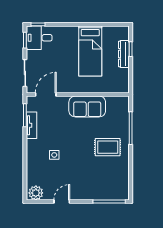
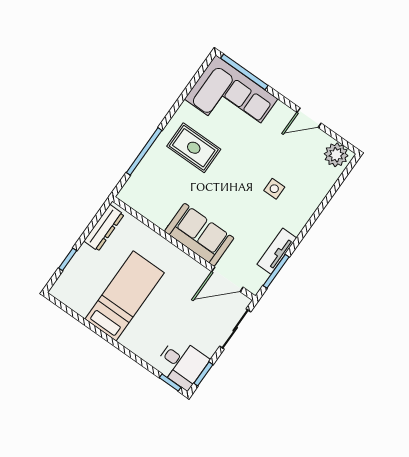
dresser: (124, 54) -> (104, 228), moved
sofa: (87, 107) -> (199, 235), moved
corner sofa: (106, 184) -> (231, 99), added

